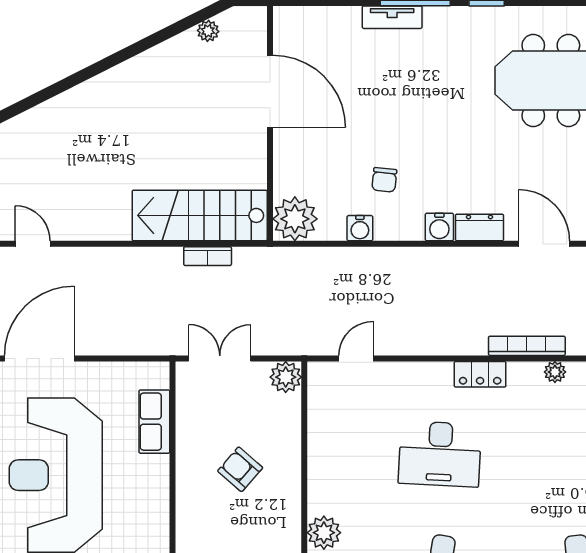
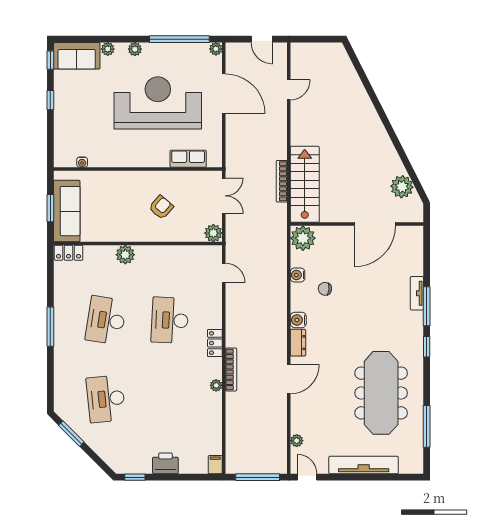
plant: (208, 31) -> (402, 187), width x1.88, depth x1.88
bookcase: (208, 256) -> (282, 181), width x1.56

